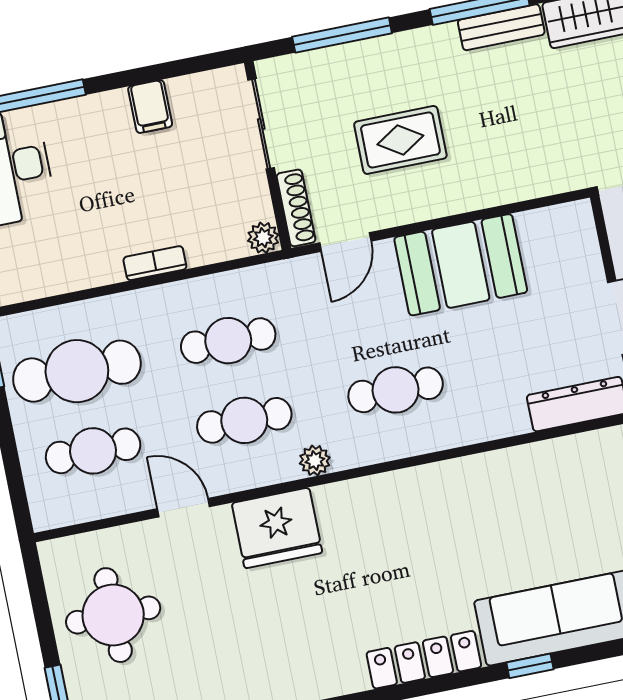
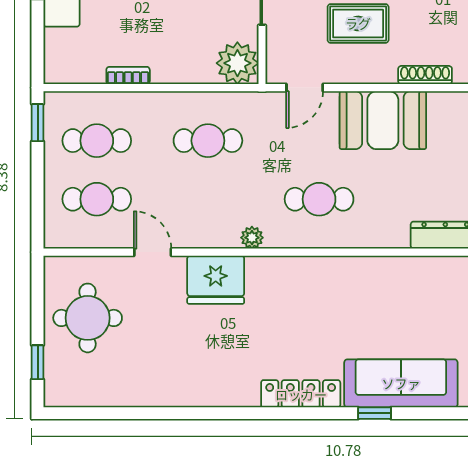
shoe rack: (296, 208) -> (425, 75), moved, turned -90
plant: (263, 238) -> (237, 63), width x1.88, depth x1.88
bookcase: (155, 263) -> (128, 75), moved
cafe table: (77, 371) -> (97, 141), width x0.73, depth x0.74
cafe table: (244, 420) -> (208, 199), removed

